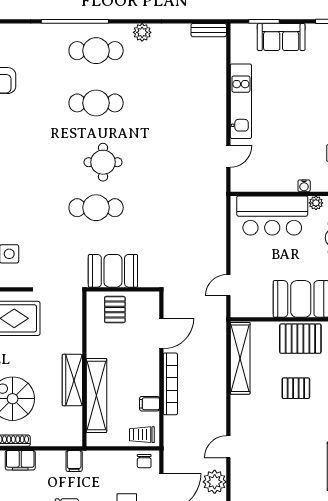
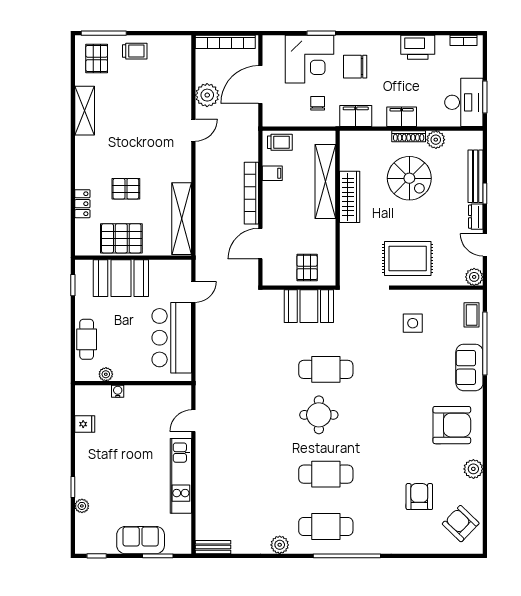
bar counter: (272, 216) -> (172, 338), moved, turned -90
filing cabinet: (74, 461) -> (356, 116), width x2.00
chair: (144, 461) -> (318, 103), moved

